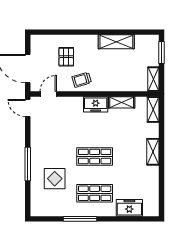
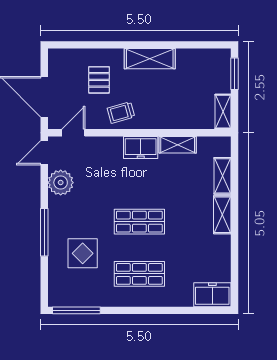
shelving: (116, 42) -> (150, 59), moved
door: (28, 108) -> (44, 153), hinge flipped
shelving: (153, 110) -> (223, 176), moved
plant: (39, 129) -> (61, 183), added
freezer: (129, 208) -> (212, 295), moved
window: (80, 219) -> (76, 310), moved

